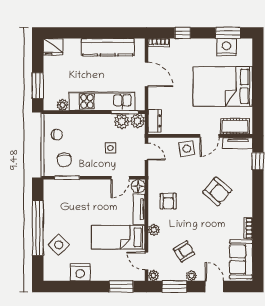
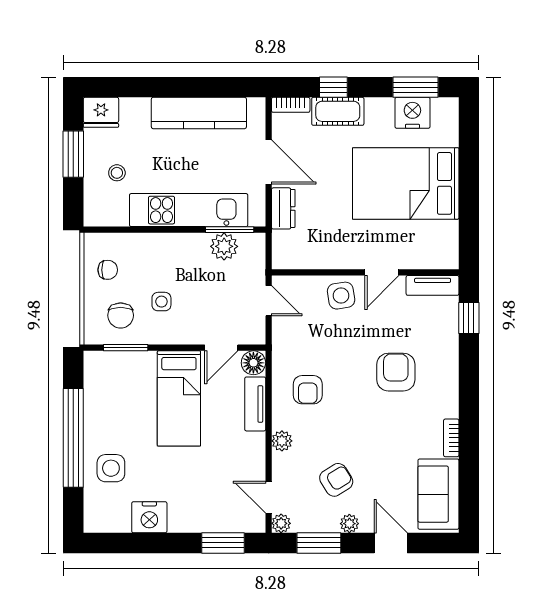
stool: (62, 80) -> (117, 173), added
window: (38, 86) -> (73, 154), moved
plant: (62, 105) -> (118, 217), removed
plant: (138, 121) -> (253, 246), removed
dresser: (155, 121) -> (283, 208), moved
cot: (235, 126) -> (338, 111), moved
side table: (110, 148) -> (161, 302), moved
armchair: (217, 191) -> (396, 372), turned -131
bed: (118, 237) -> (179, 398), moved, turned -90
side table: (59, 245) -> (111, 468), turned 45

